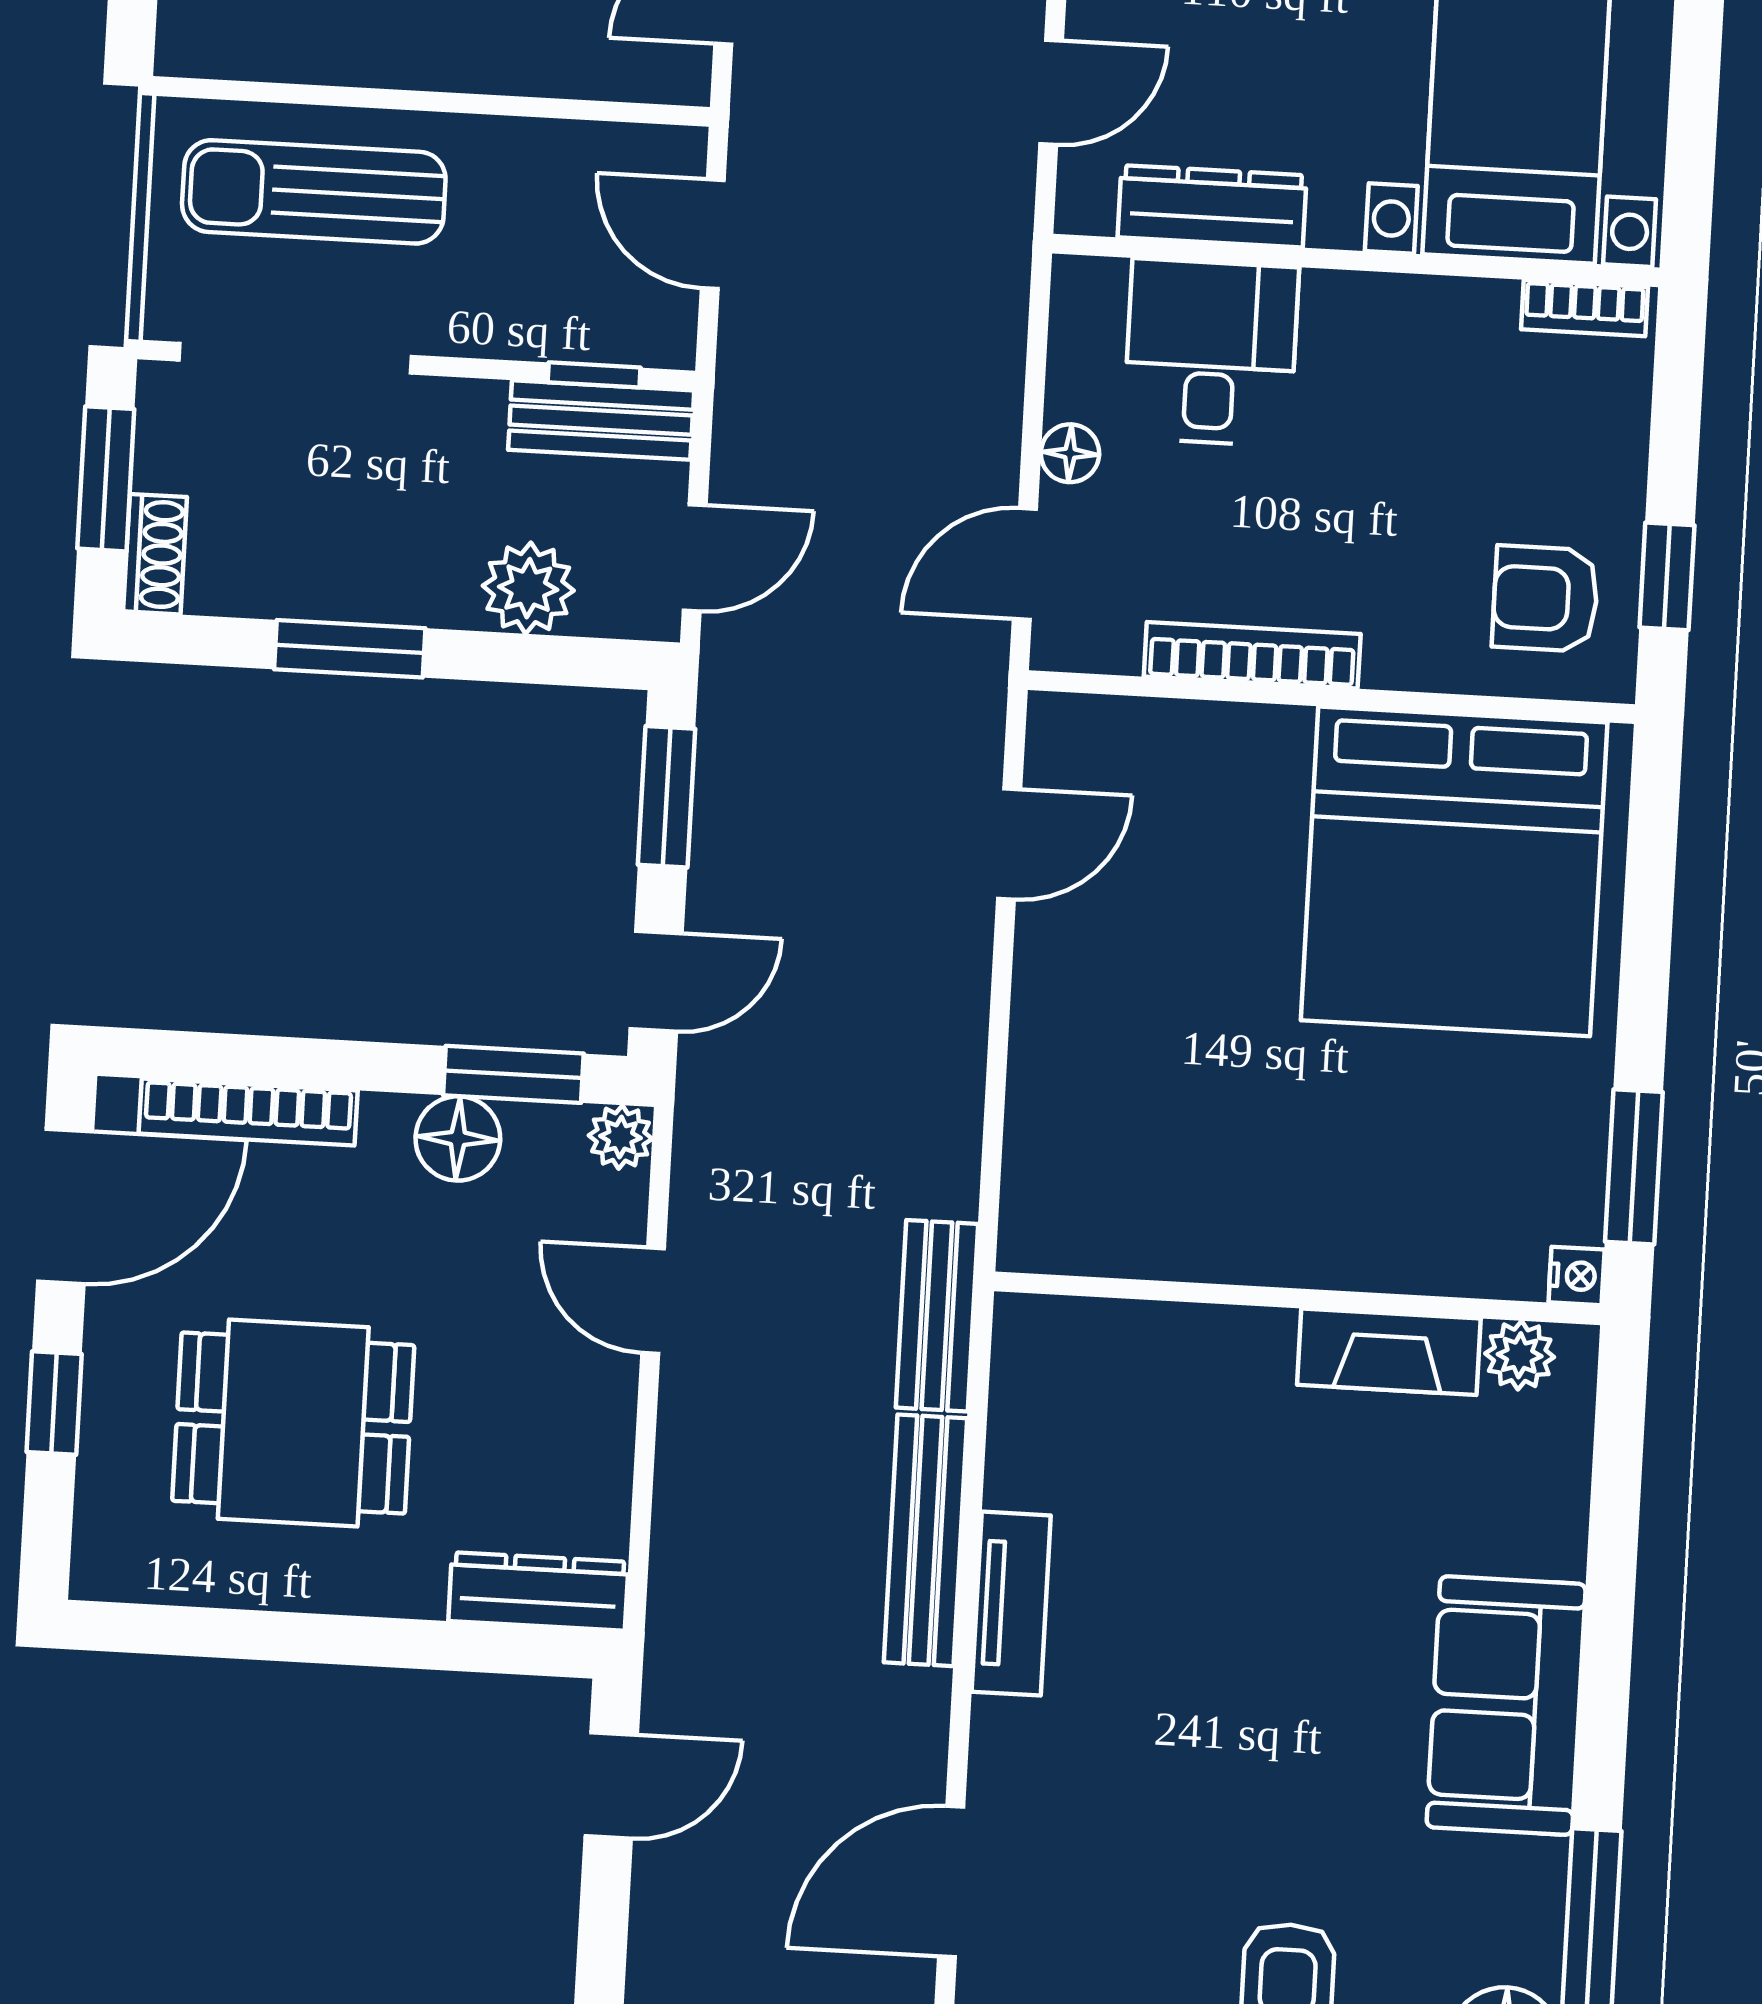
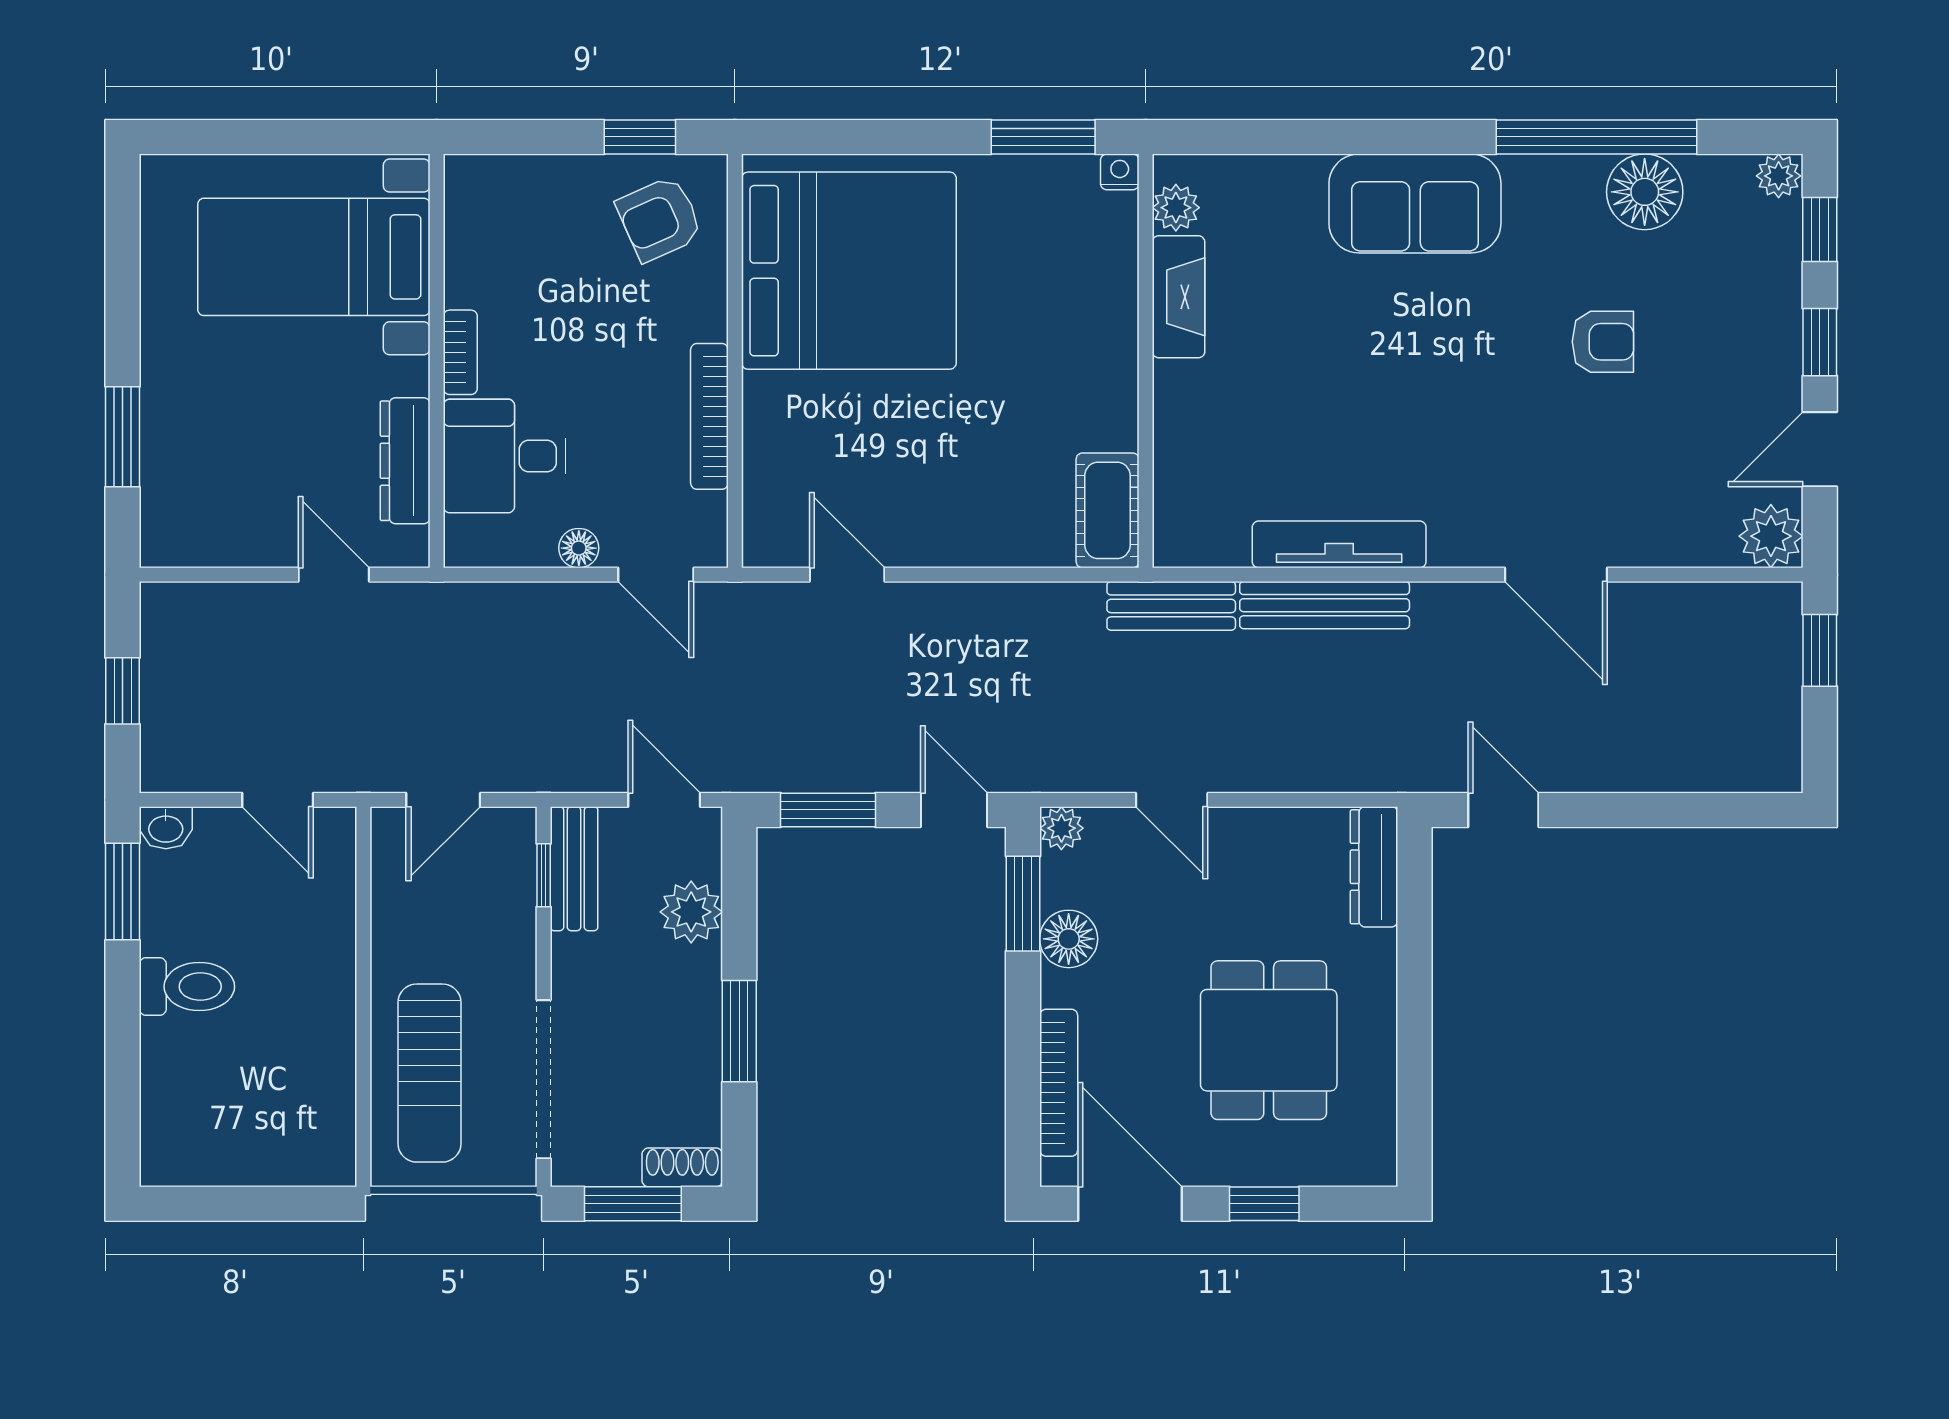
bookcase: (1585, 308) -> (460, 352), moved
armchair: (1545, 599) -> (660, 219), turned 66
cot: (1082, 1230) -> (1108, 510), added
door: (653, 1301) -> (1172, 800), hinge flipped
tv unit: (1011, 1604) -> (1339, 544), width x1.41

